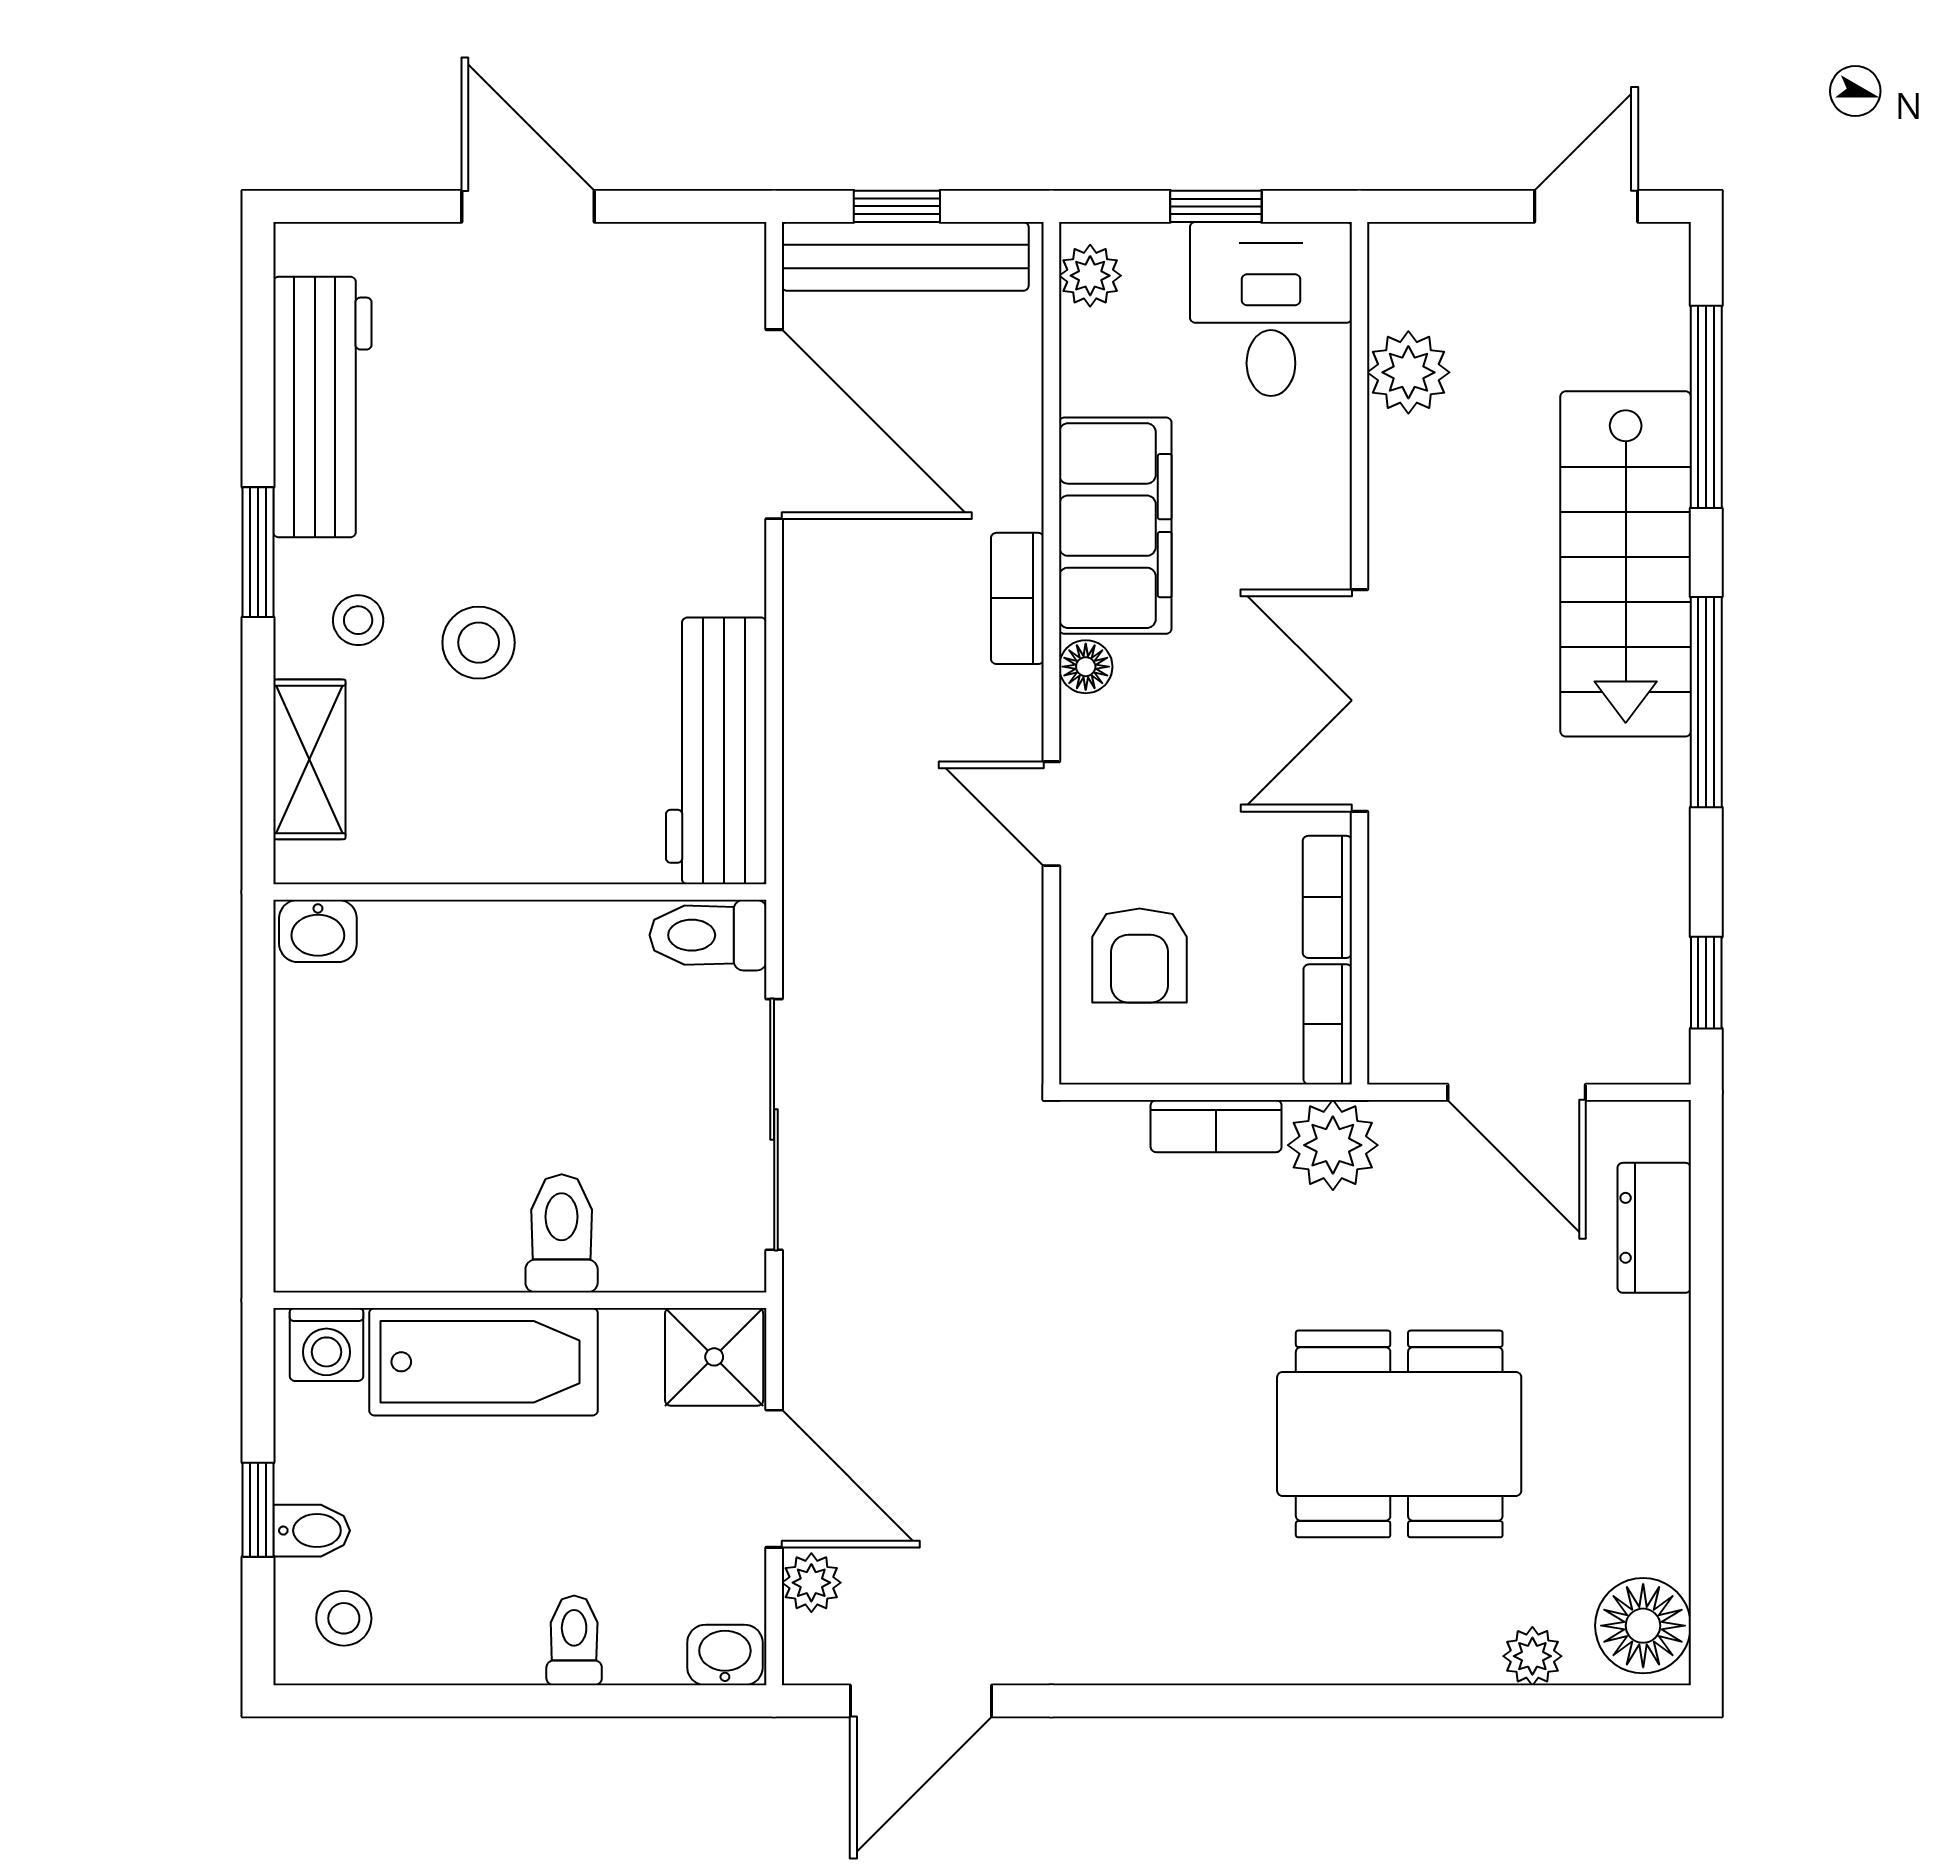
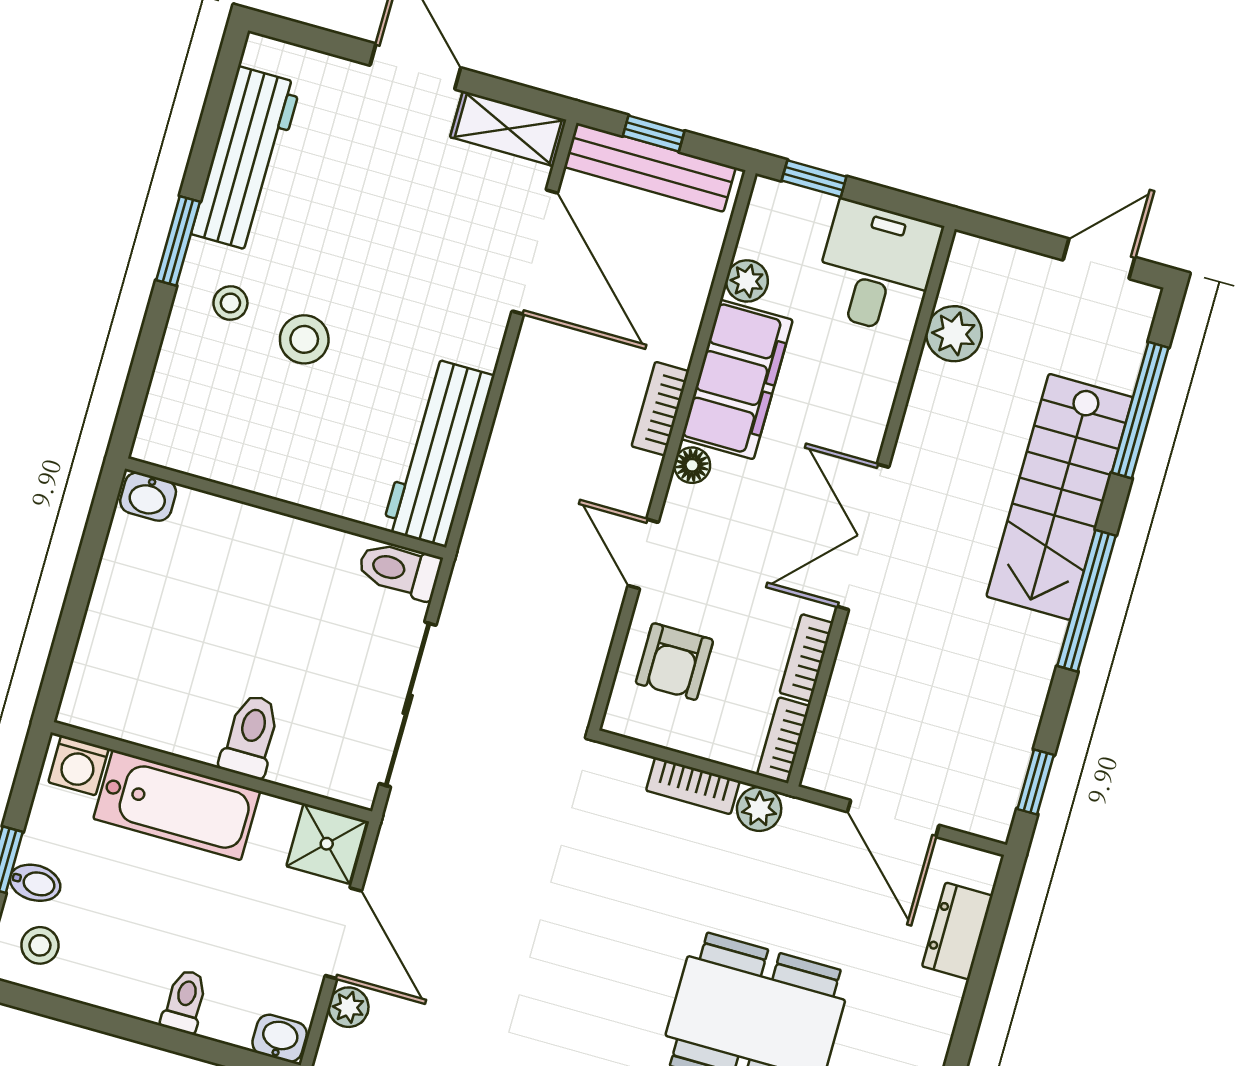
window: (1216, 206) -> (814, 179), moved
plant: (1090, 276) -> (747, 281), moved
shelving: (309, 759) -> (508, 129), moved, turned 90
plant: (1333, 1145) -> (759, 809), width x0.73, depth x0.73

